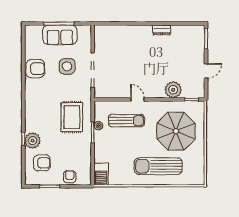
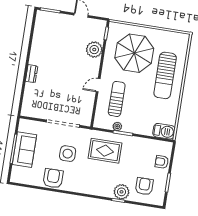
dresser: (162, 30) -> (32, 74), moved
side table: (67, 66) -> (68, 154), moved

